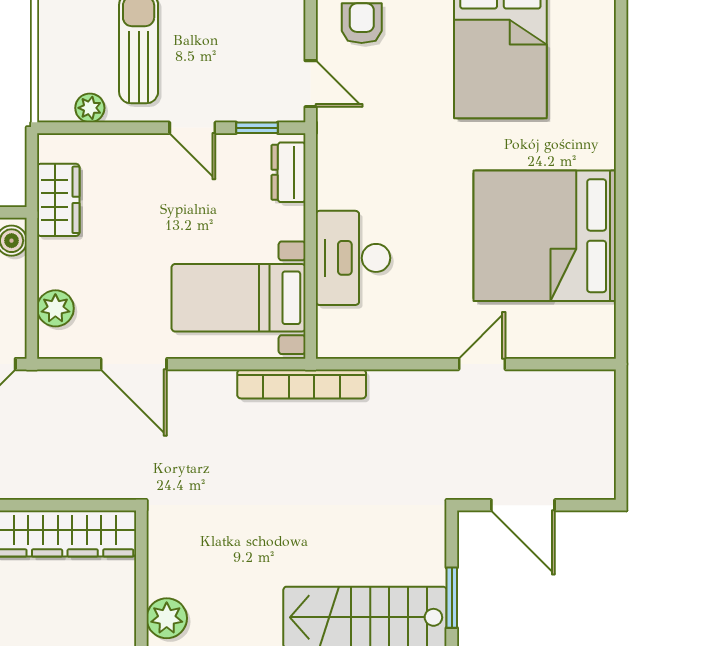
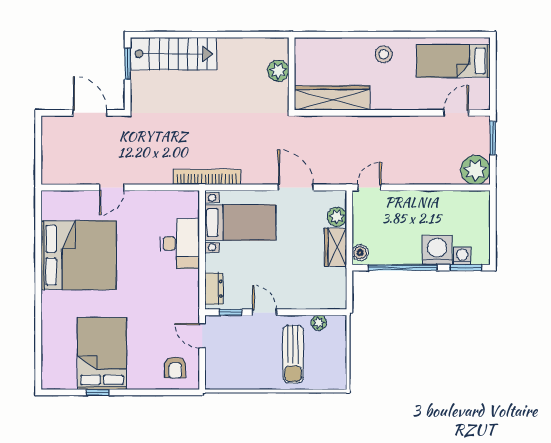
wardrobe: (58, 200) -> (335, 247), moved
plant: (167, 618) -> (278, 71), moved

